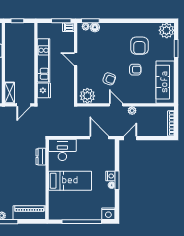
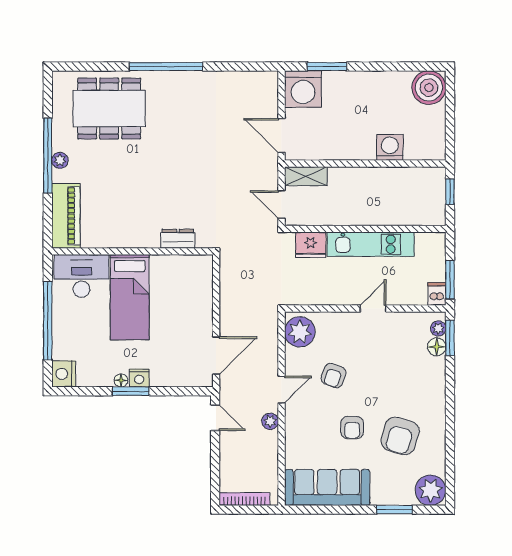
armchair: (139, 46) -> (400, 436), turned -73
desk: (62, 150) -> (81, 276), moved, turned -90

